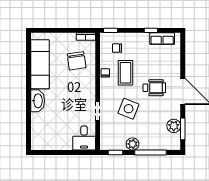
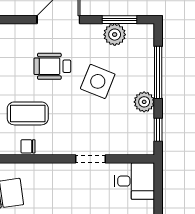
wheelchair: (154, 88) -> (52, 66), turned -90
side table: (129, 109) -> (98, 81), moved

